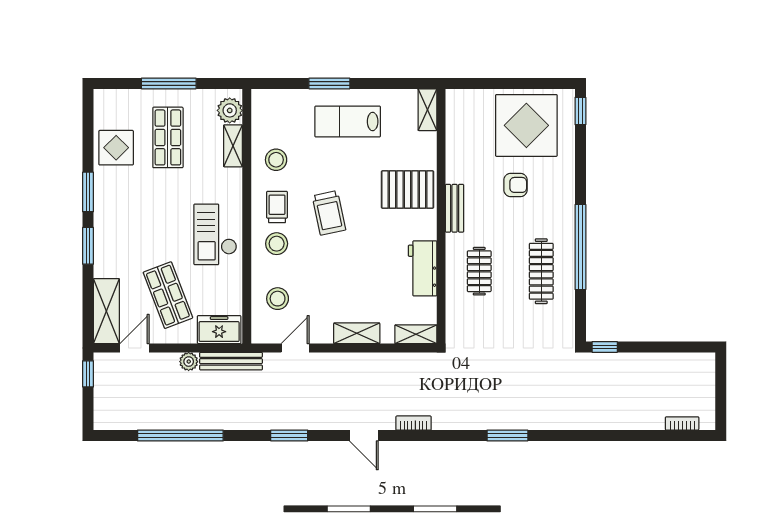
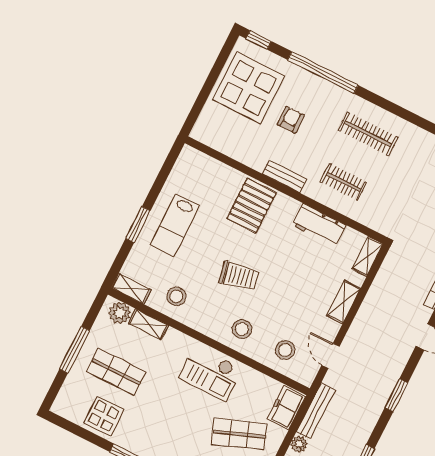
shelving: (427, 110) -> (131, 289), moved
trolley: (277, 207) -> (213, 314), removed
window: (580, 247) -> (323, 73), moved

